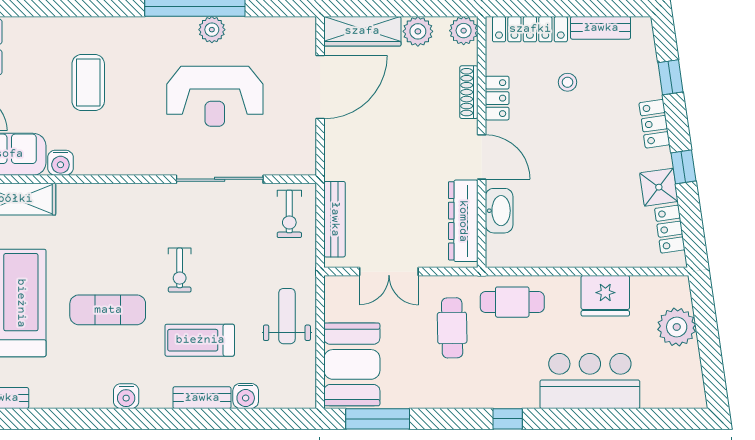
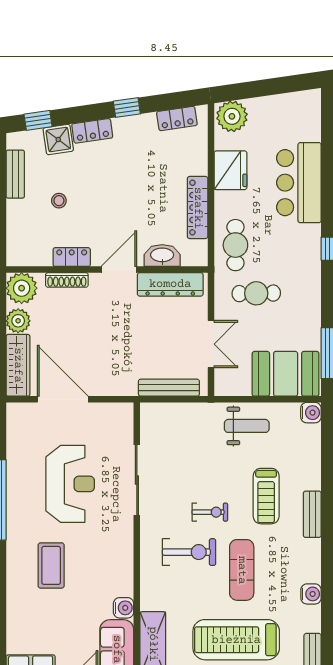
locker: (530, 29) -> (198, 208), moved, turned 180
plant: (212, 30) -> (17, 486), removed
plant: (464, 31) -> (22, 288), width x1.36, depth x1.36
window: (671, 77) -> (38, 120), moved
coffee table: (88, 83) -> (51, 565), moved, turned 90
shower: (659, 187) -> (58, 140), moved
exercise bike: (289, 214) -> (189, 552), moved, width x1.38, depth x1.39
weight bench: (287, 316) -> (247, 426), turned 180
plant: (677, 327) -> (232, 116), moved
water cooler: (126, 396) -> (311, 594), moved
water cooler: (246, 396) -> (311, 413), moved
bench: (202, 398) -> (312, 514), moved

